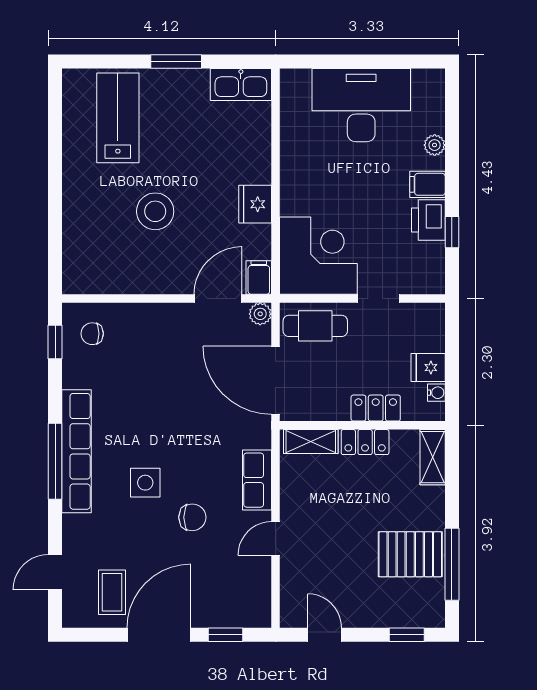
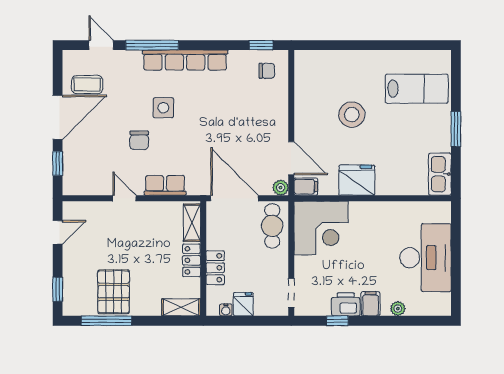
fridge: (255, 204) -> (357, 180), width x1.36, depth x1.34
doorway: (379, 298) -> (291, 293), moved
chair: (92, 334) -> (267, 71), turned 90
door: (276, 380) -> (234, 198), hinge flipped
window: (55, 461) -> (152, 45), moved
door: (159, 635) -> (58, 117), hinge flipped

